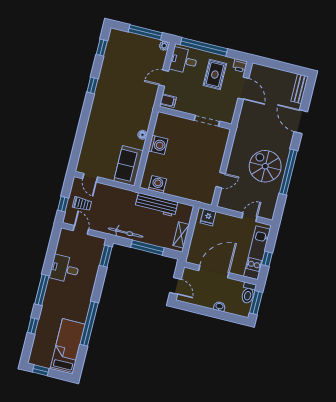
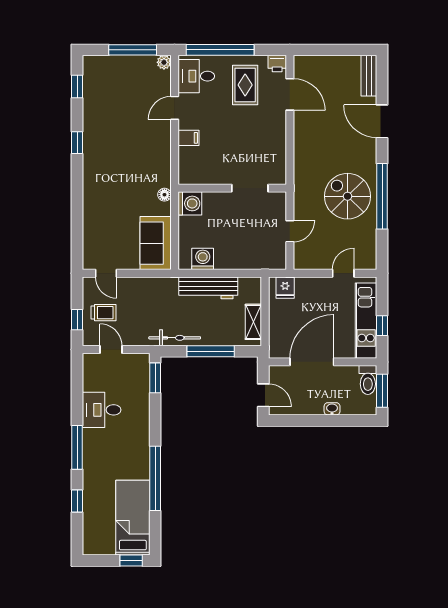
wall: (195, 118) -> (232, 188), moved
doorway: (207, 121) -> (250, 188), moved
window: (41, 370) -> (131, 561), moved

